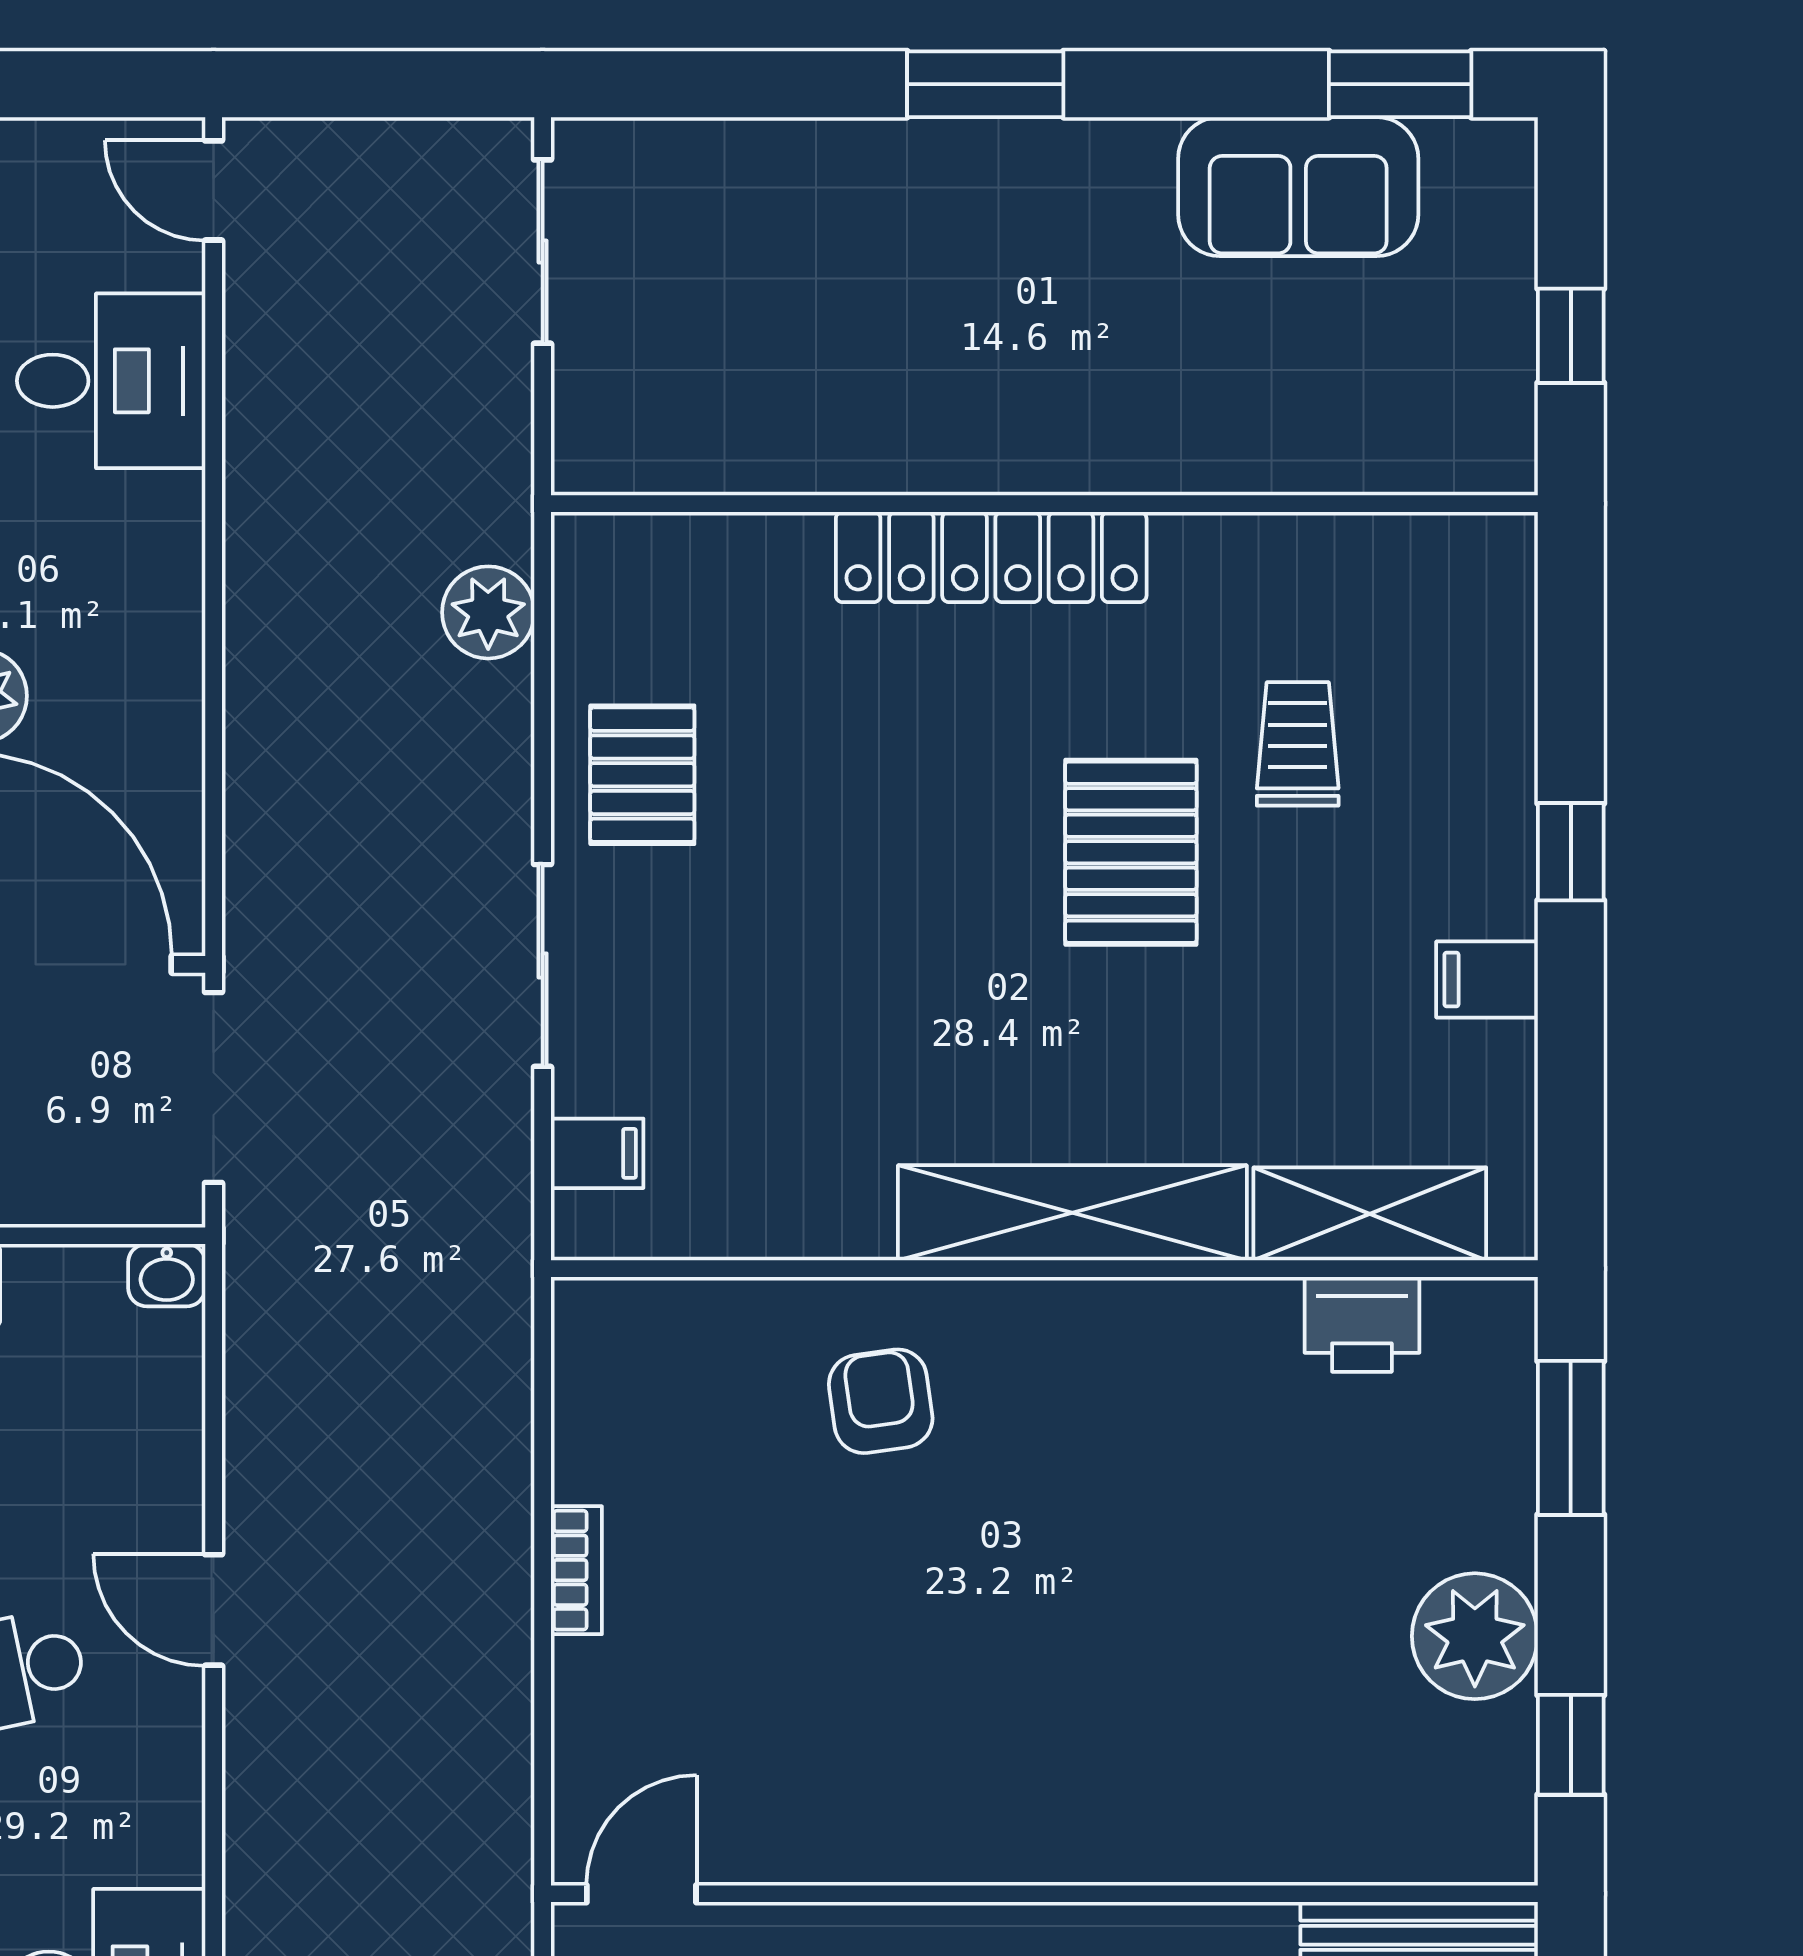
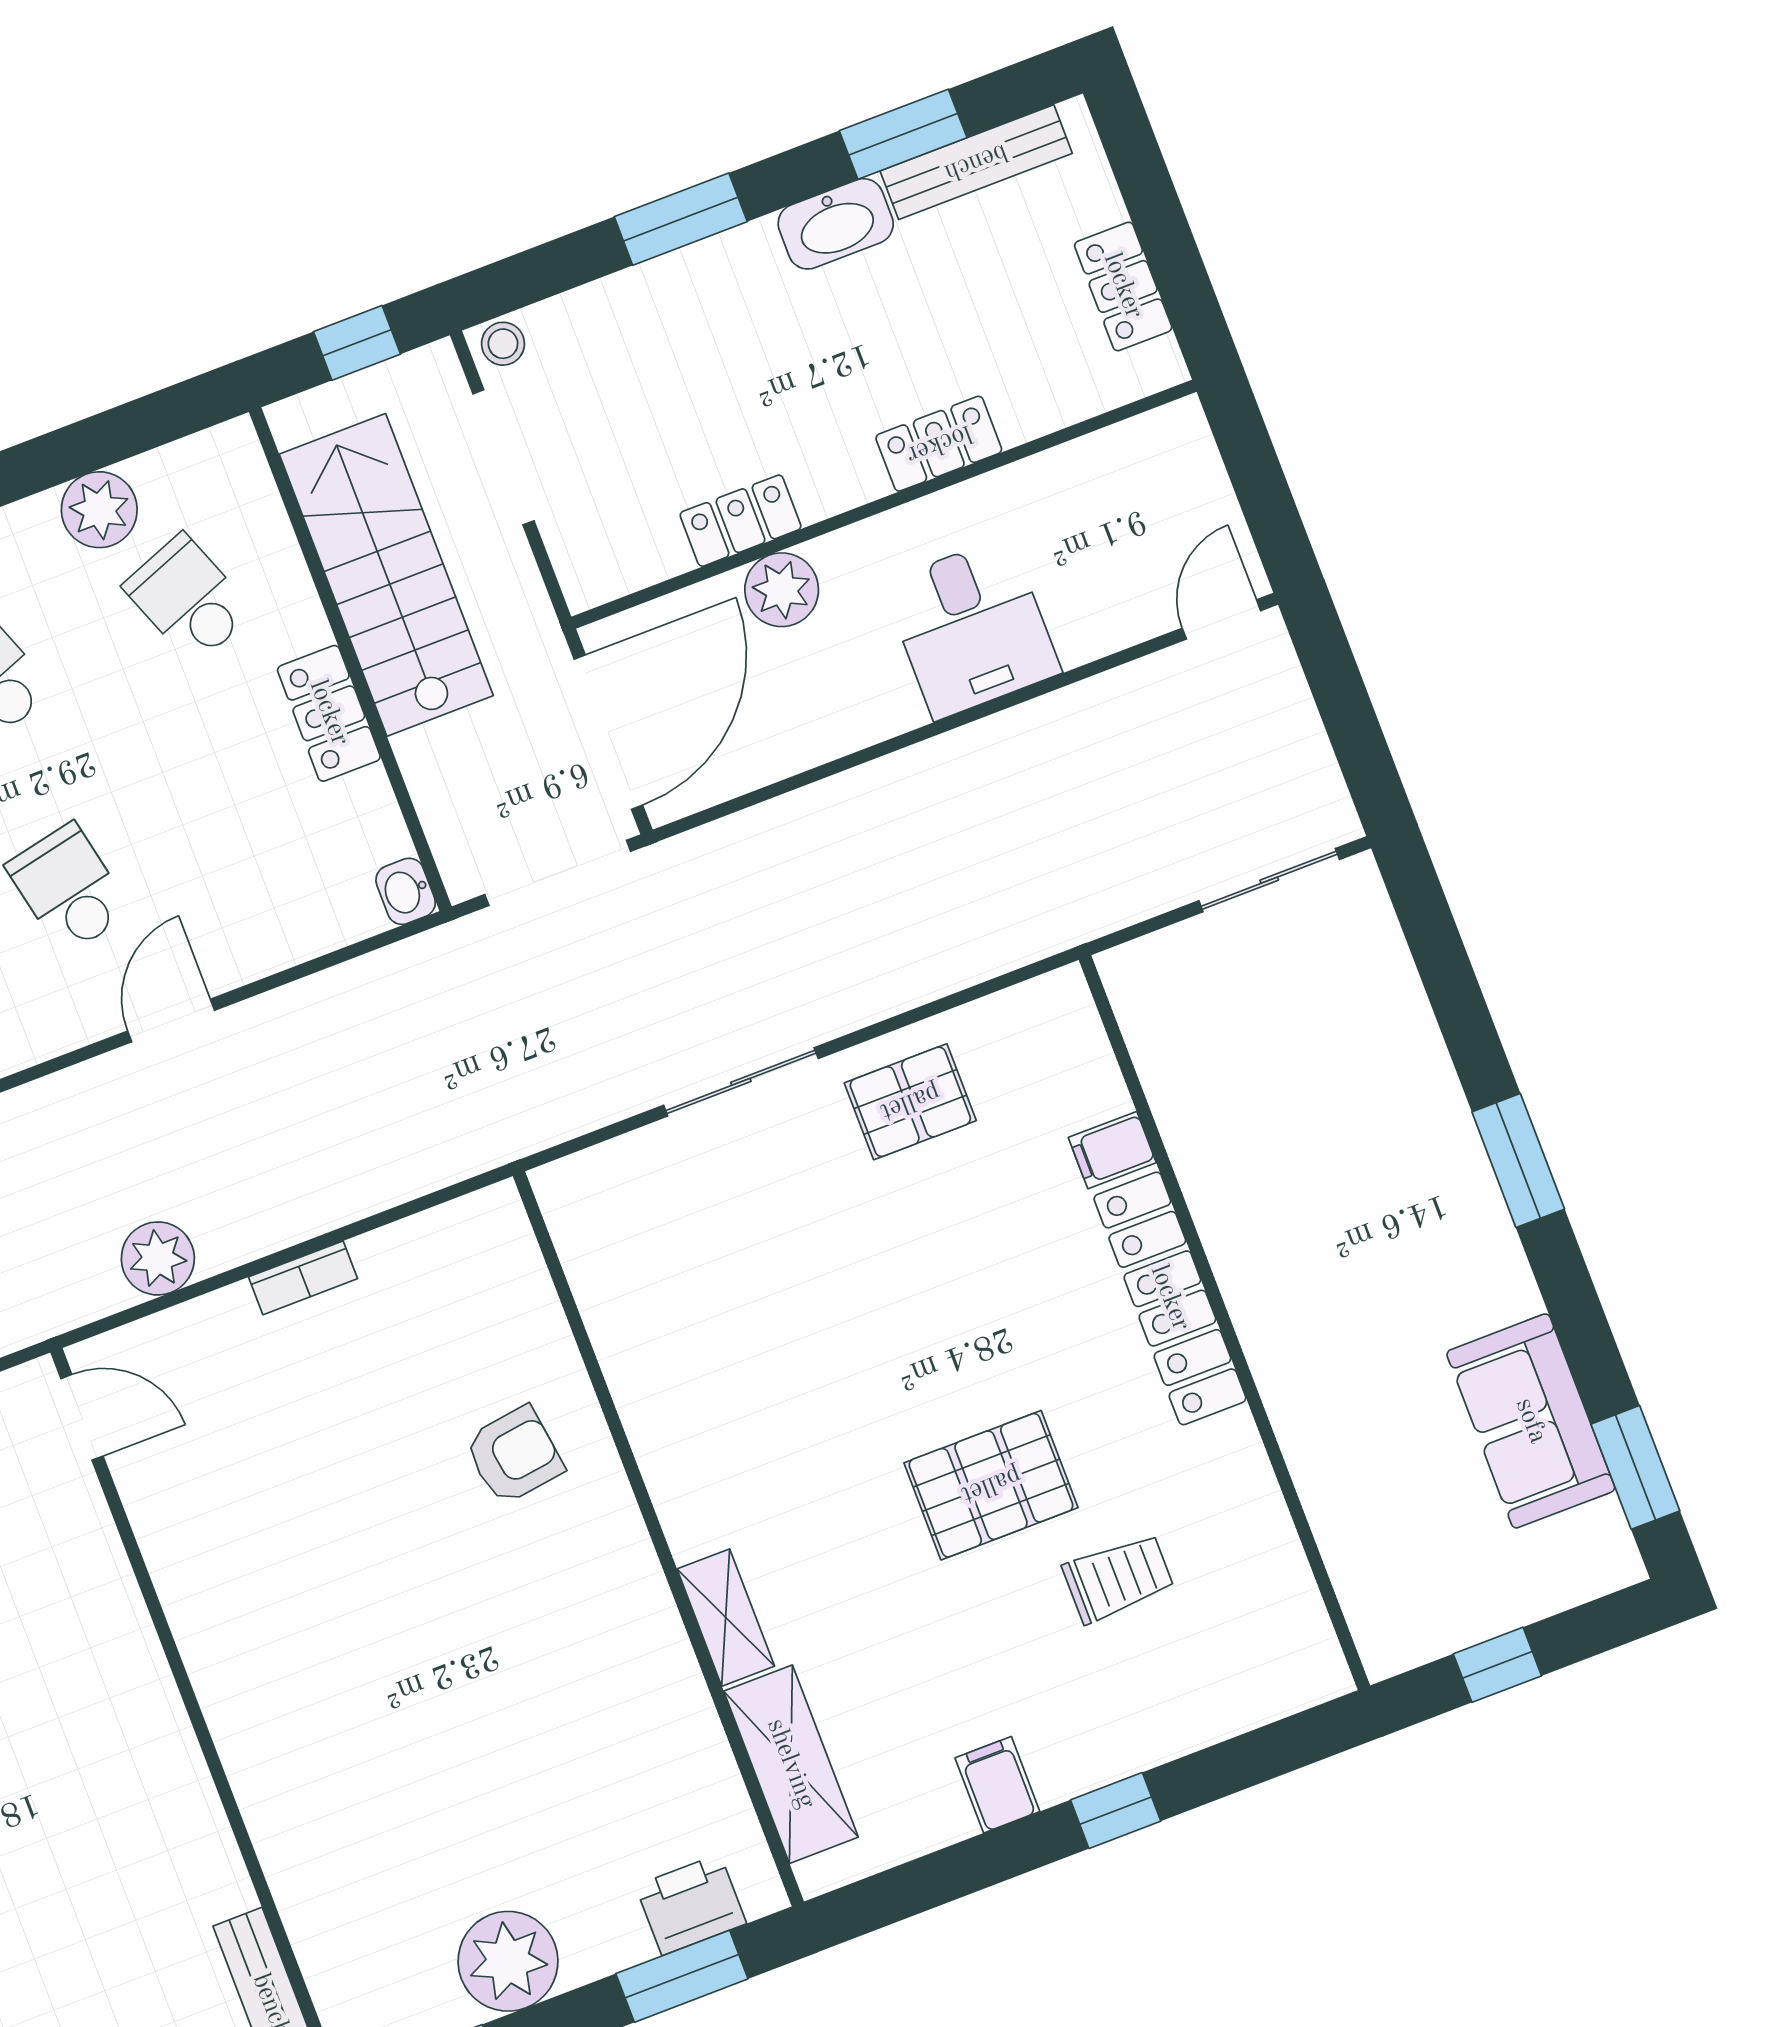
desk: (111, 381) -> (972, 628), moved
plant: (488, 612) -> (158, 1258), moved
filing cabinet: (597, 1153) -> (1112, 1150), moved, turned 90
shelving: (1072, 1213) -> (726, 1618), width x0.45, depth x0.75
printer: (1362, 1324) -> (691, 1905), moved, turned 90

